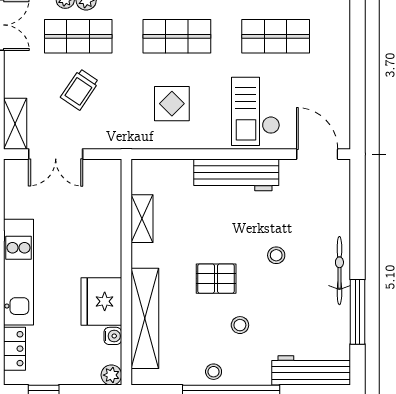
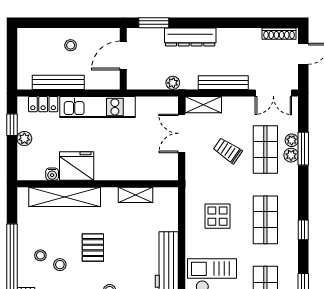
stool: (214, 372) -> (40, 255), moved
plant: (111, 375) -> (24, 139), moved

